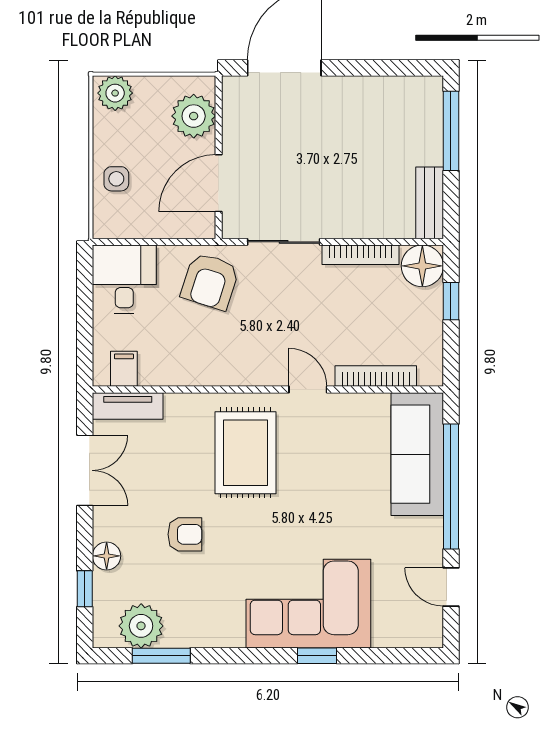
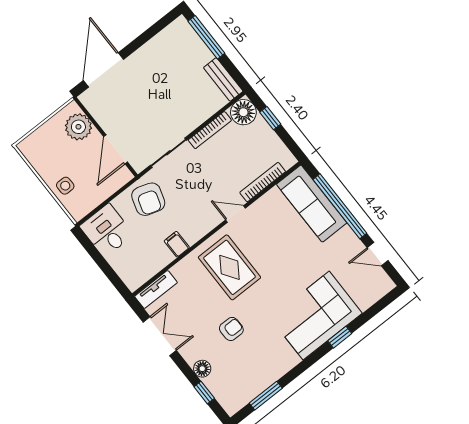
plant: (115, 93) -> (32, 145), removed
filing cabinet: (124, 369) -> (177, 244), moved
plant: (141, 626) -> (245, 389), removed

